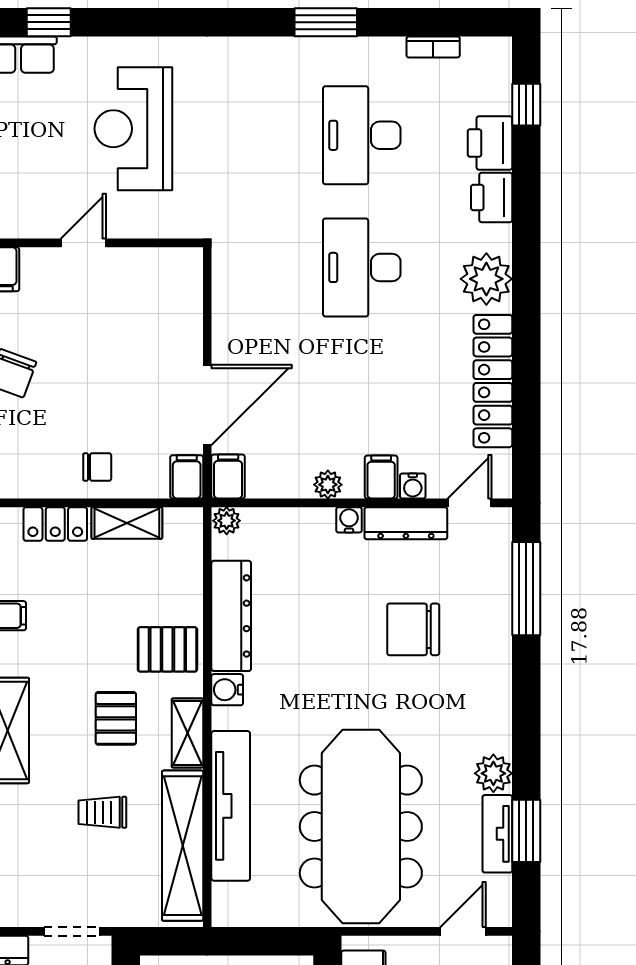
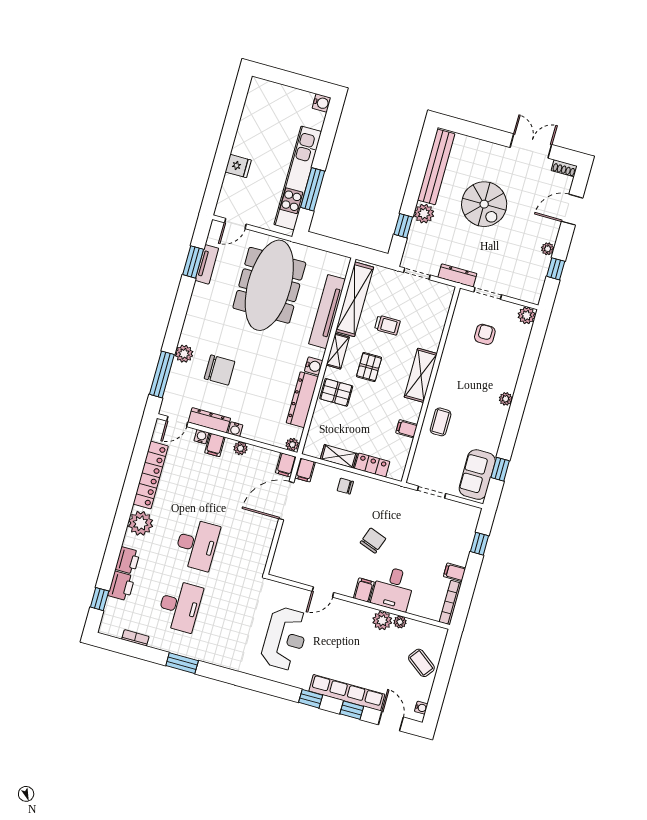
plant: (493, 773) -> (184, 354), moved

